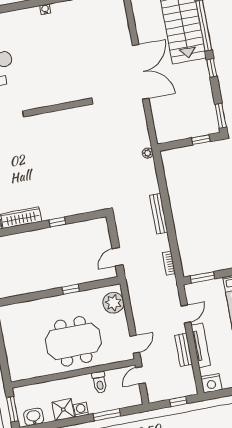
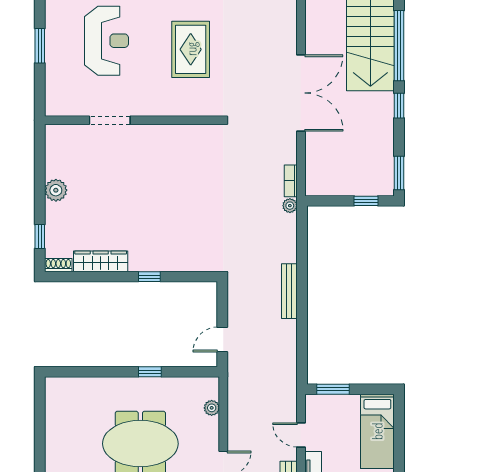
rug: (57, 56) -> (191, 49), added
bookcase: (169, 263) -> (291, 181), moved
plant: (113, 303) -> (212, 408), width x0.53, depth x0.53
door: (186, 314) -> (301, 435), swing flipped

